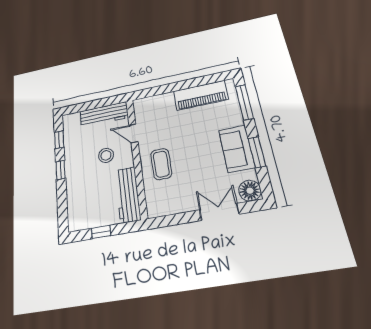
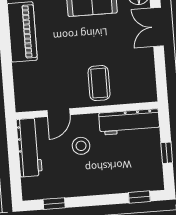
coffee table: (161, 164) -> (99, 83), turned 90
window: (61, 170) -> (139, 197), moved

